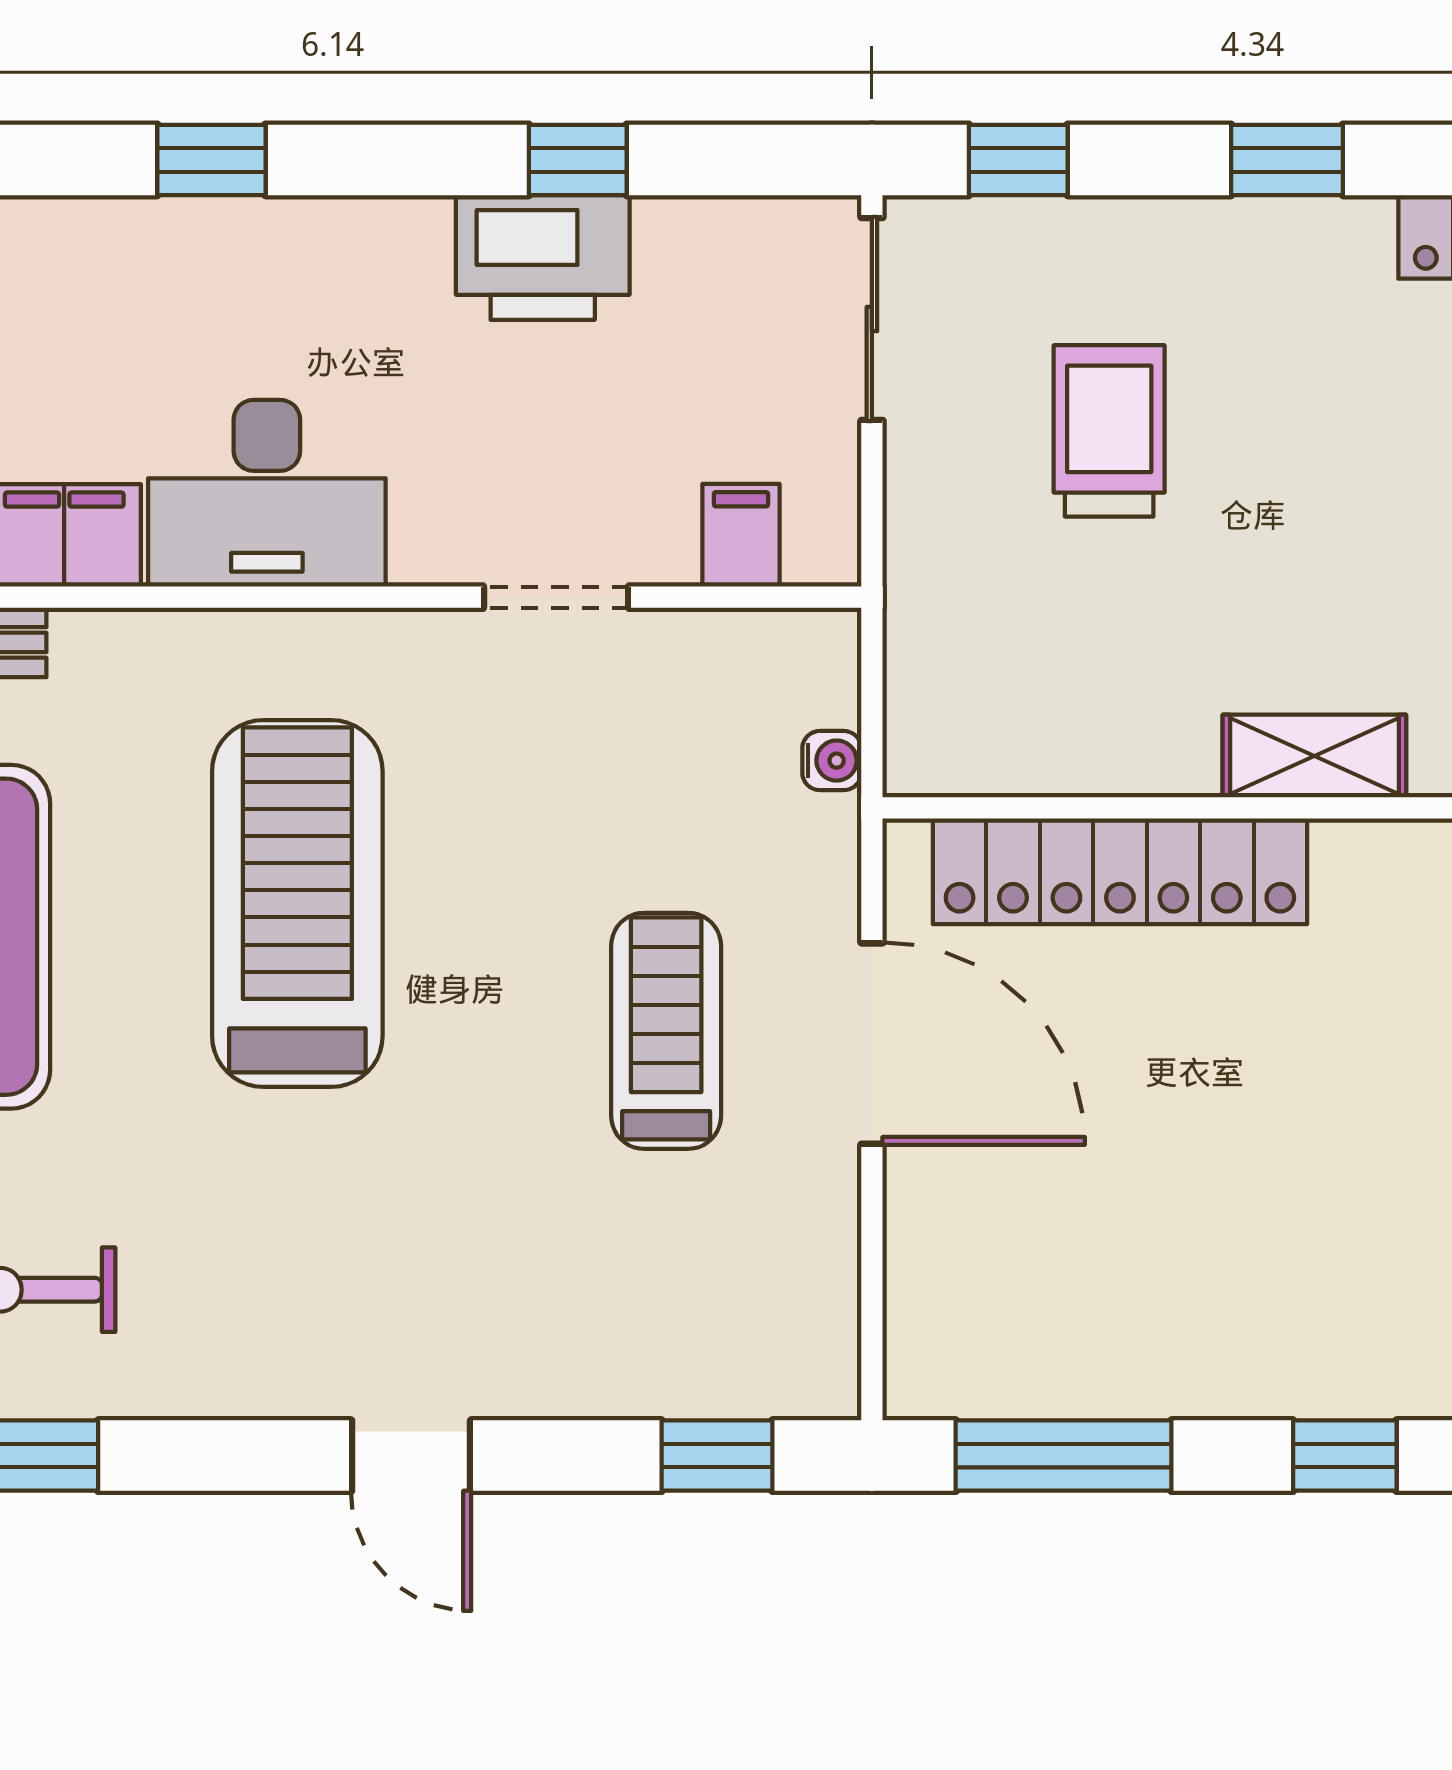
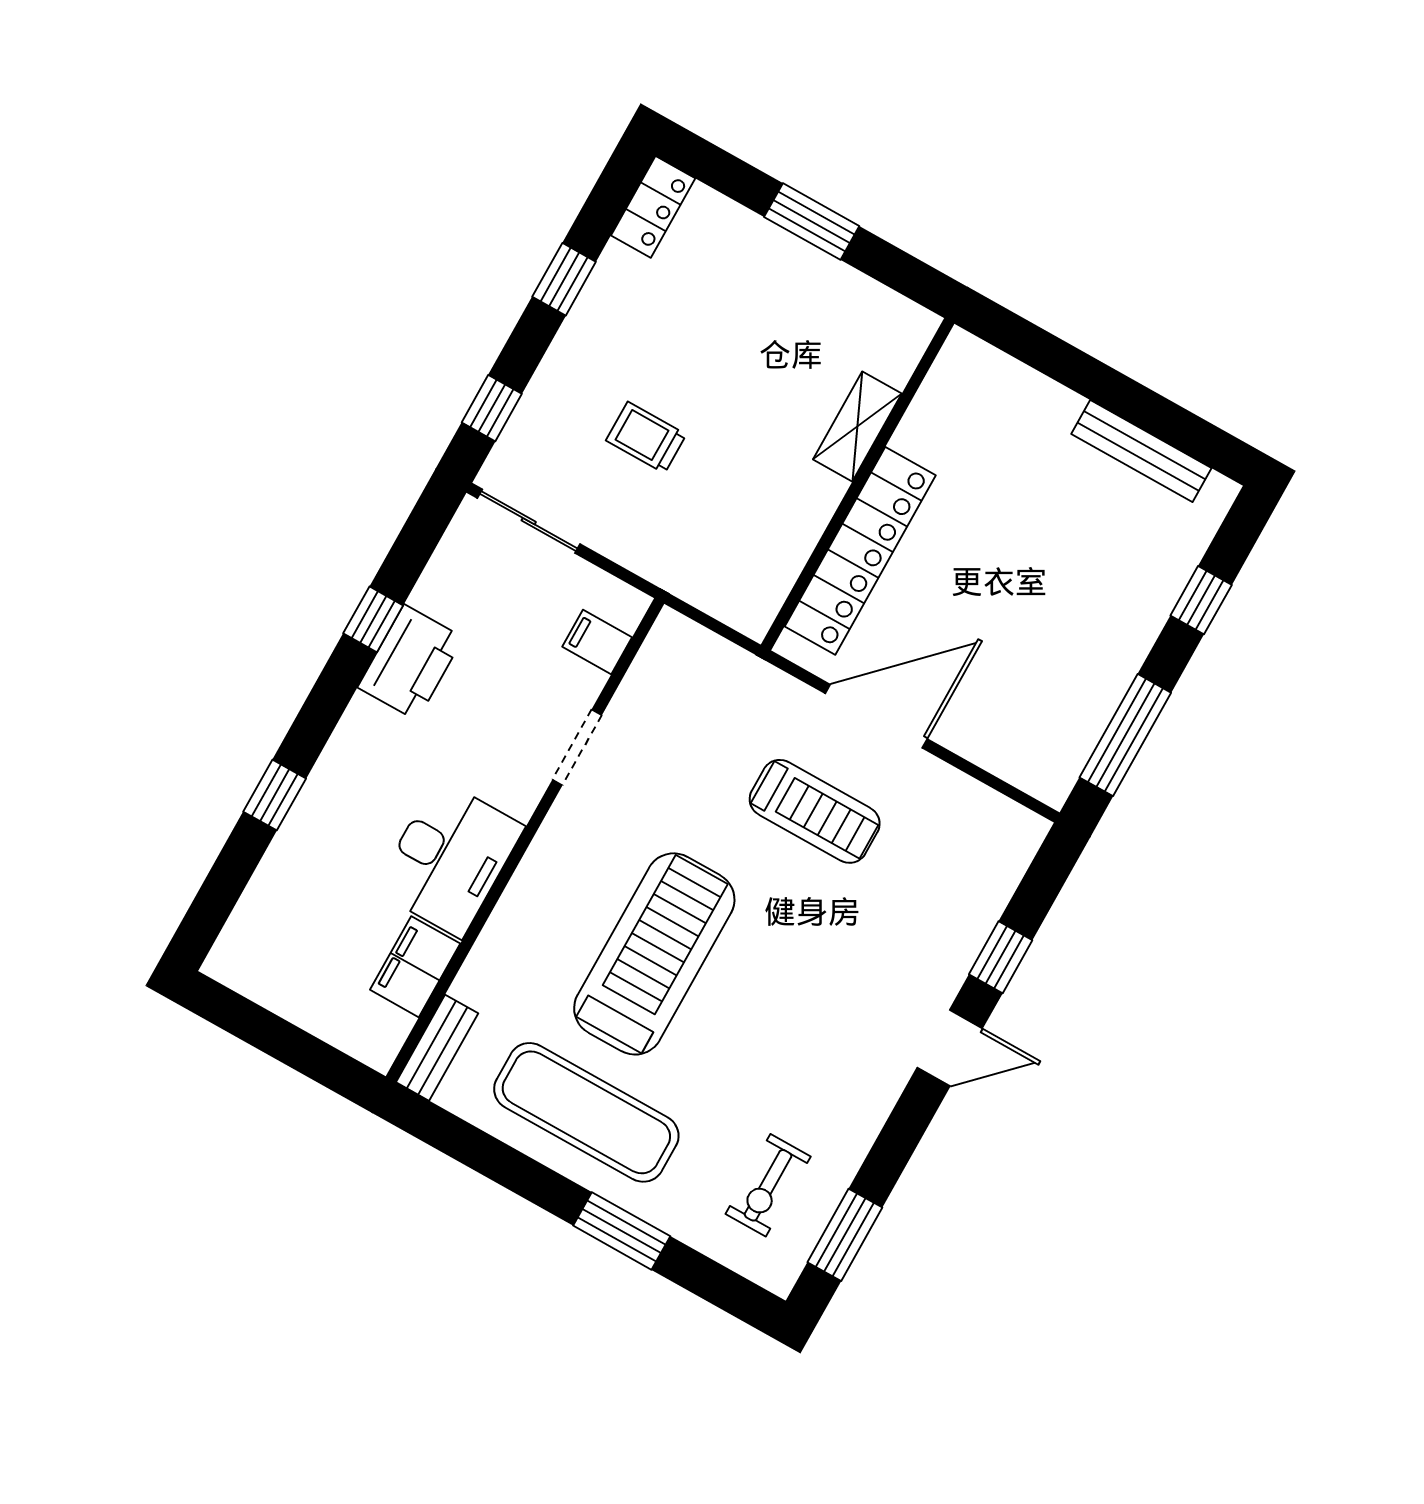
trolley: (1109, 431) -> (646, 437), width x0.73, depth x0.72
water cooler: (832, 761) -> (730, 659), removed
treadmill: (297, 904) -> (654, 954), turned 90
treadmill: (666, 1031) -> (815, 811), turned 180
window: (717, 1456) -> (1001, 957), moved

